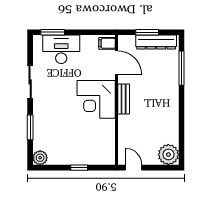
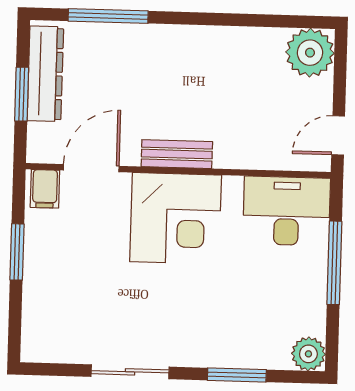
window: (53, 32) -> (17, 252), moved
desk: (61, 49) -> (287, 211), moved, turned 90
window: (79, 168) -> (334, 263), width x2.17

